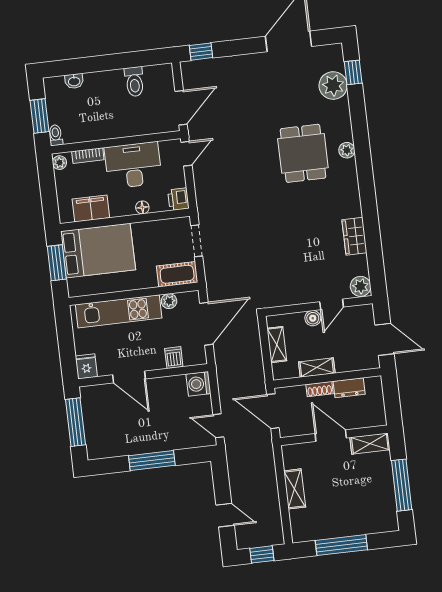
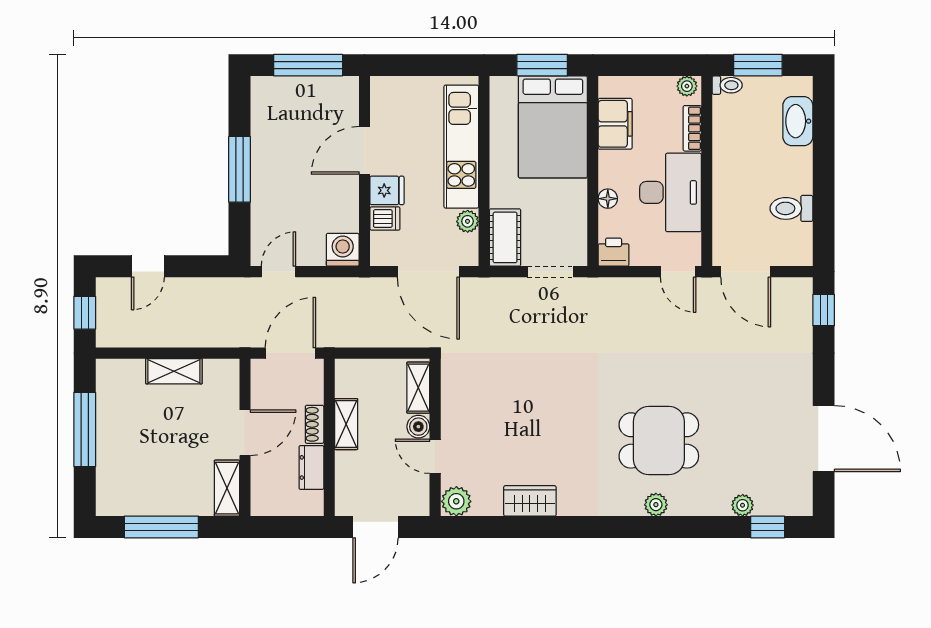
washbasin: (74, 81) -> (798, 121), width x1.91, depth x1.45
plant: (333, 85) -> (743, 505), width x0.53, depth x0.53
shelving: (277, 345) -> (418, 388), moved, turned 90
fridge: (86, 366) -> (387, 190), moved

